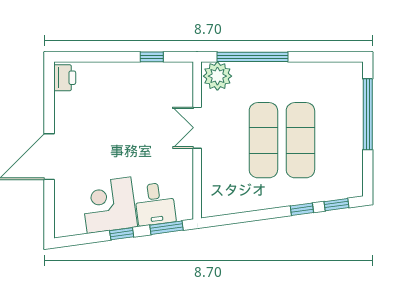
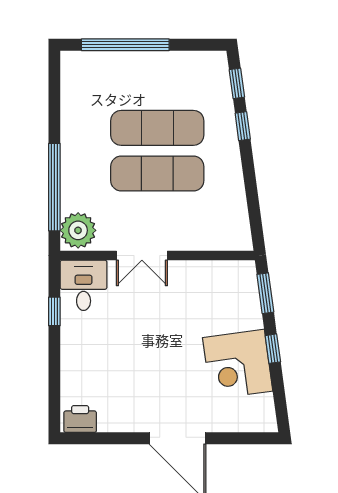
desk: (155, 204) -> (84, 285), moved, turned -82

